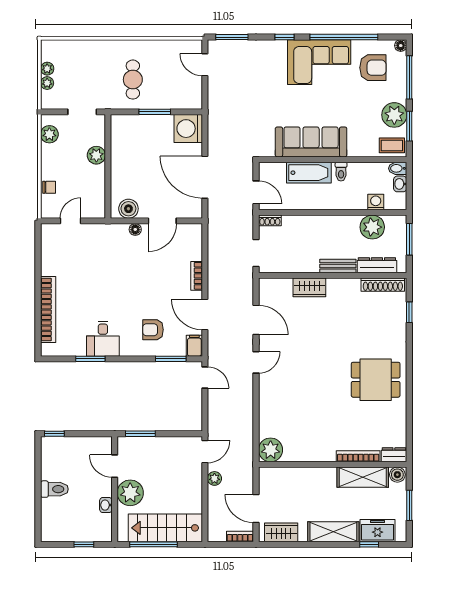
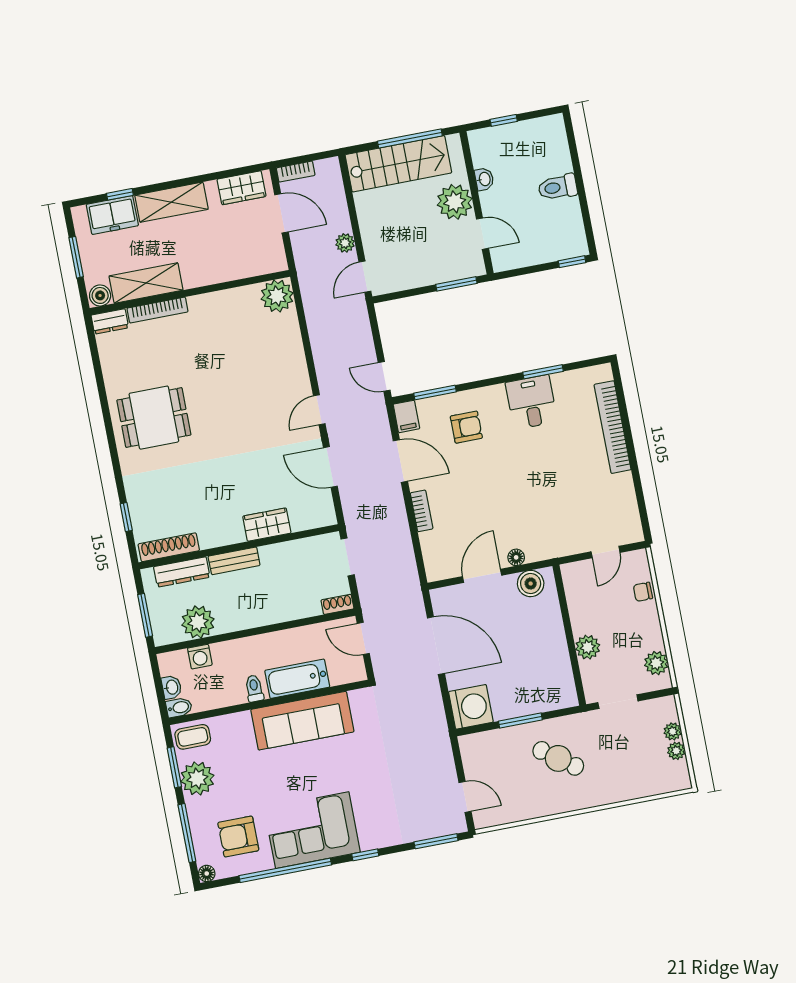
cafe table: (133, 80) -> (558, 758), turned -54

